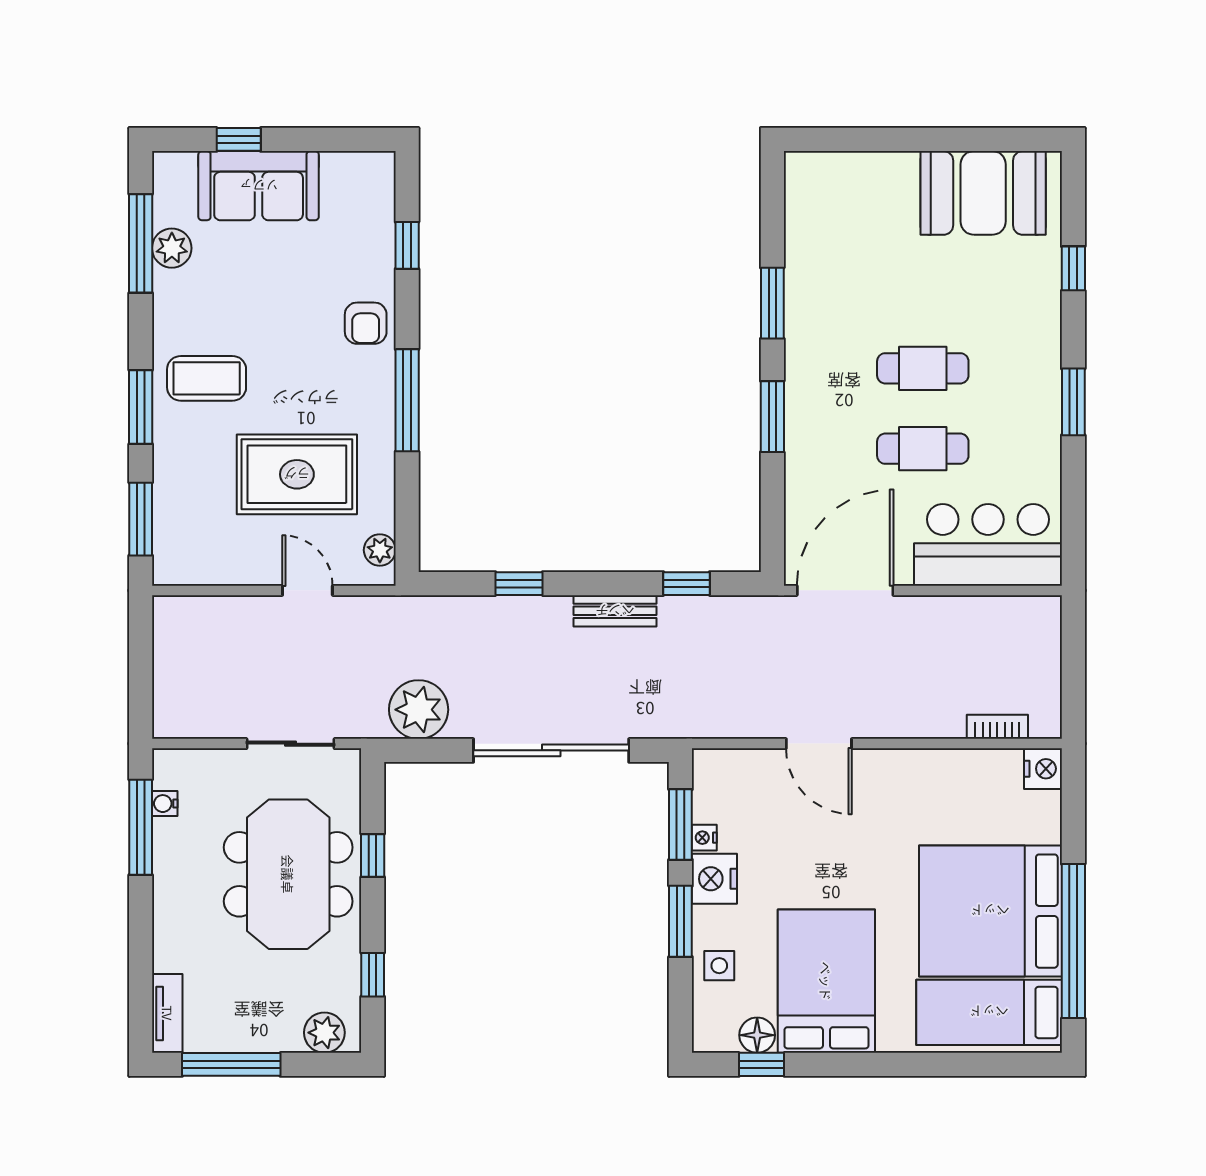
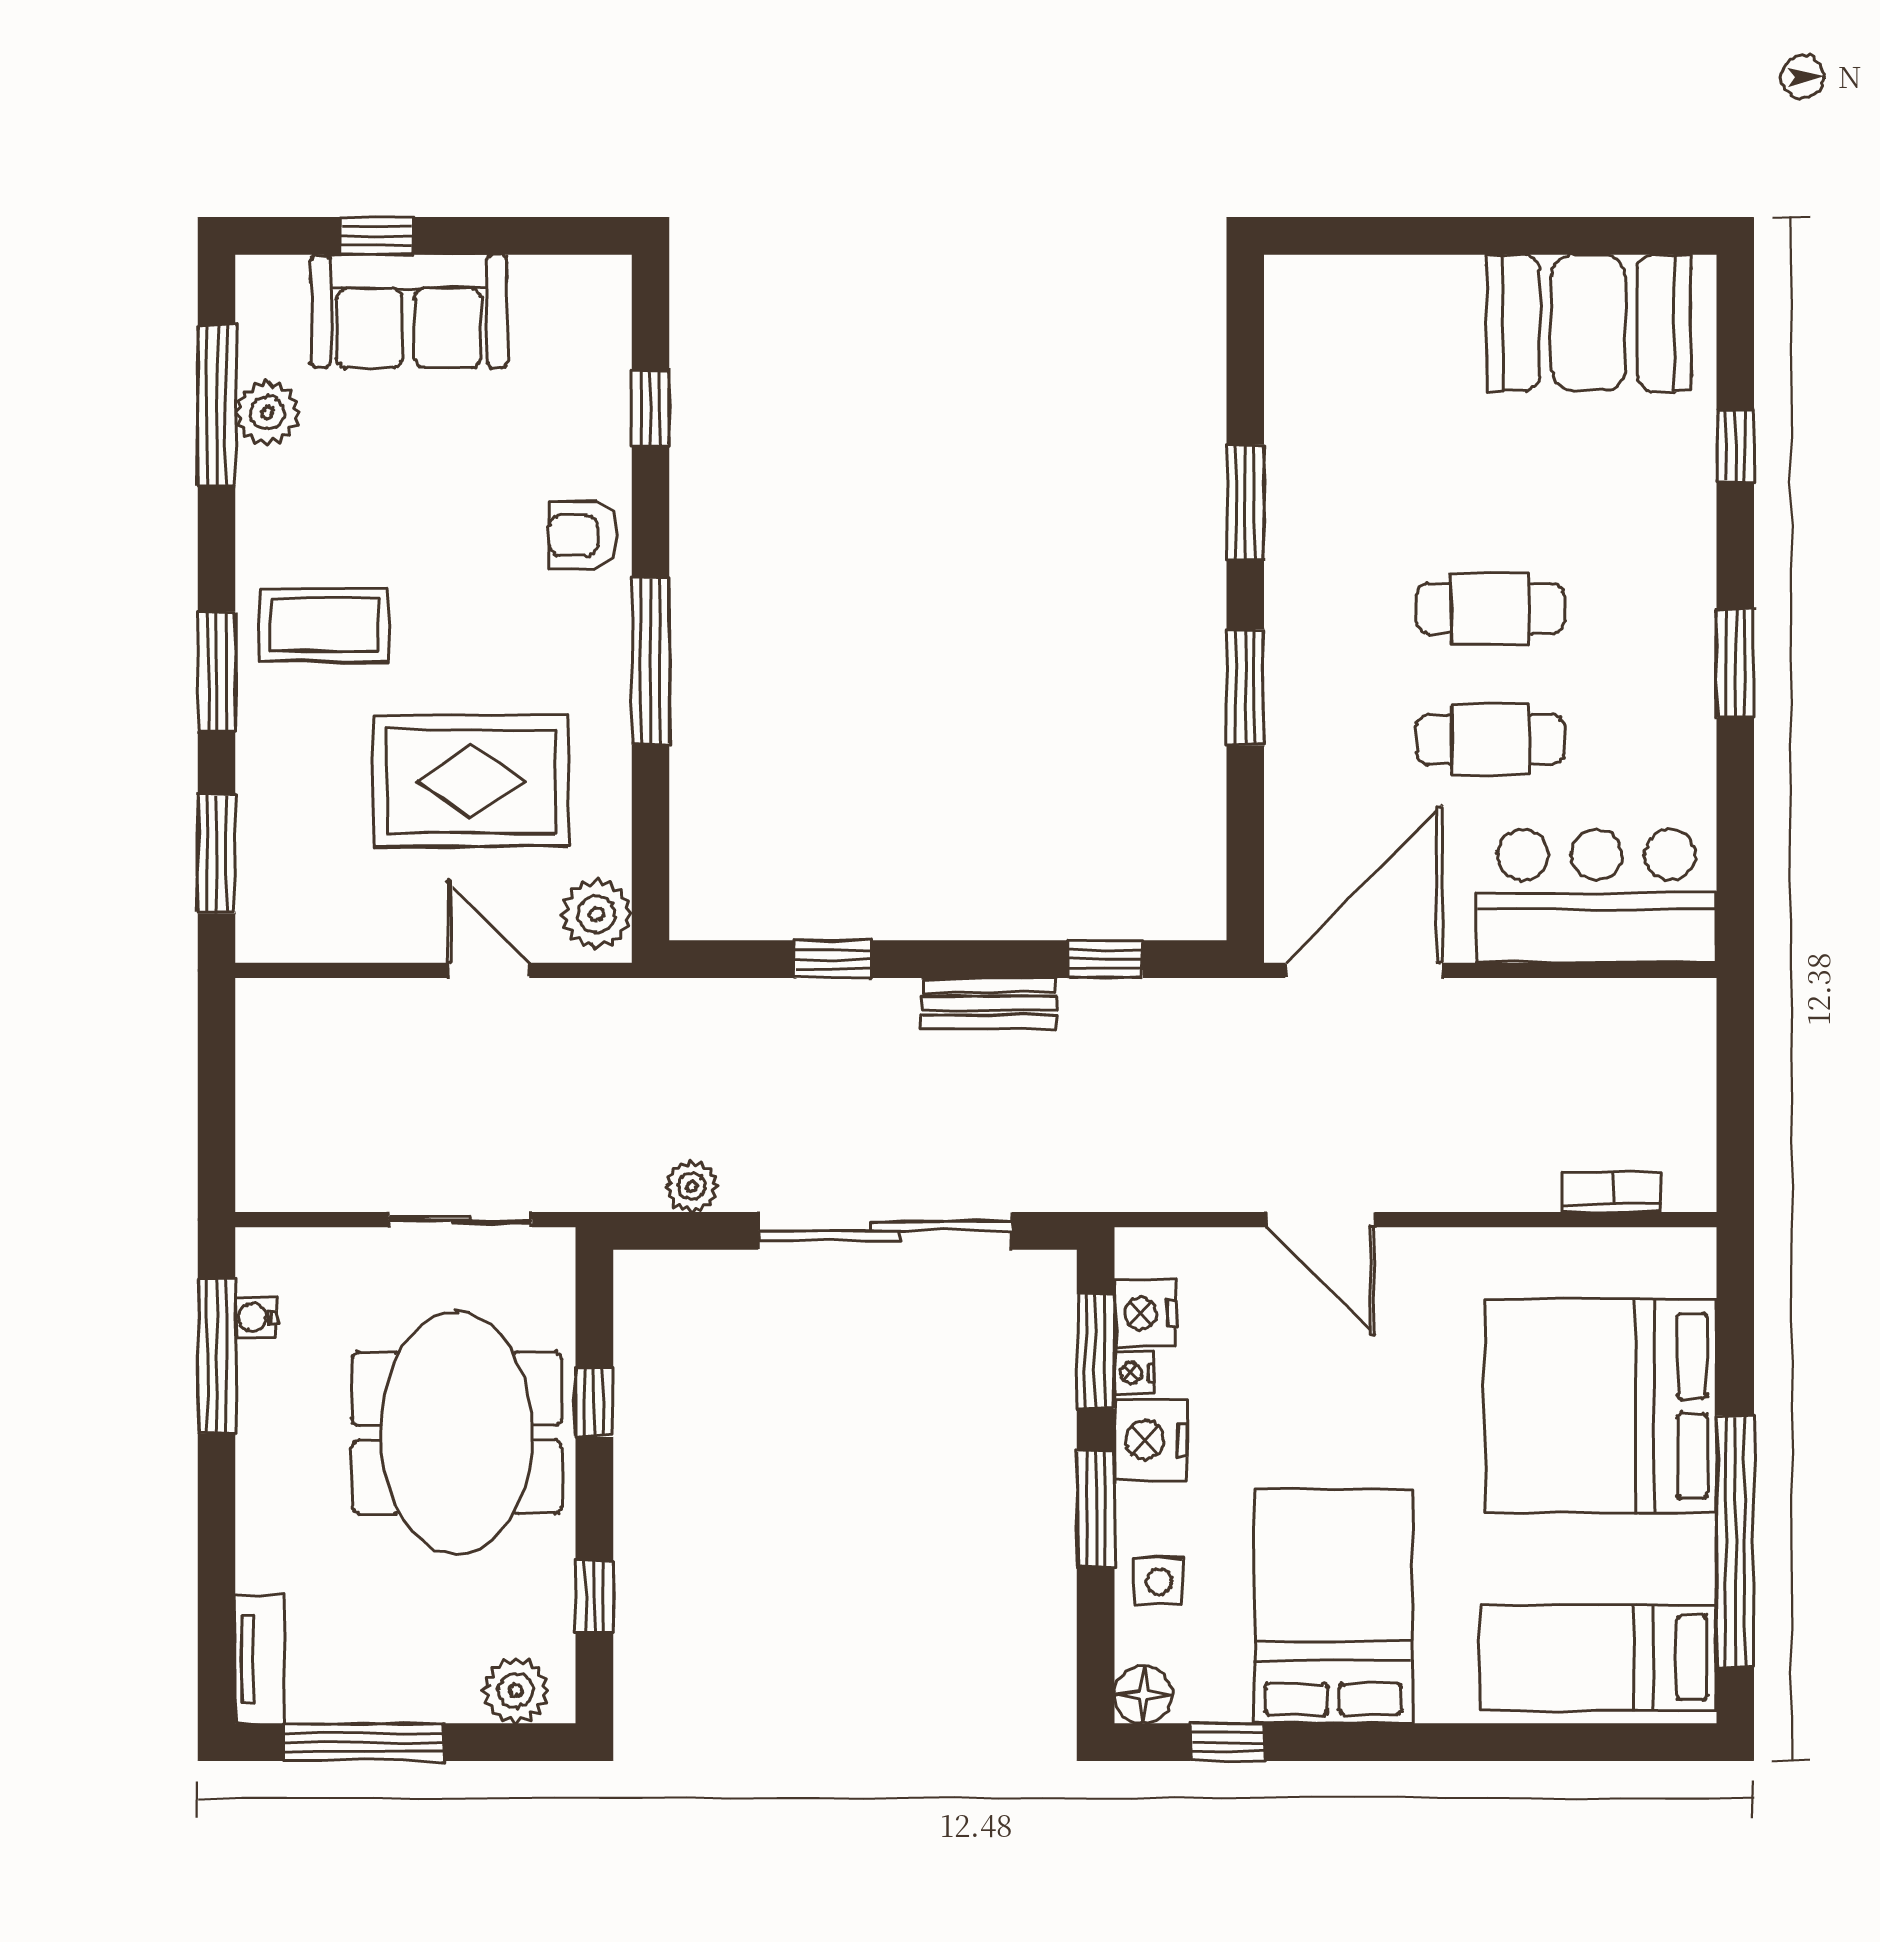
armchair: (366, 323) -> (583, 535), turned 90
plant: (380, 550) -> (596, 914), width x1.38, depth x1.38
plant: (419, 710) -> (692, 1187), width x0.53, depth x0.53
nightstand: (1043, 769) -> (1145, 1313), moved, turned 180
bed: (990, 911) -> (1600, 1406), moved
floor lamp: (757, 1035) -> (1143, 1695), moved

